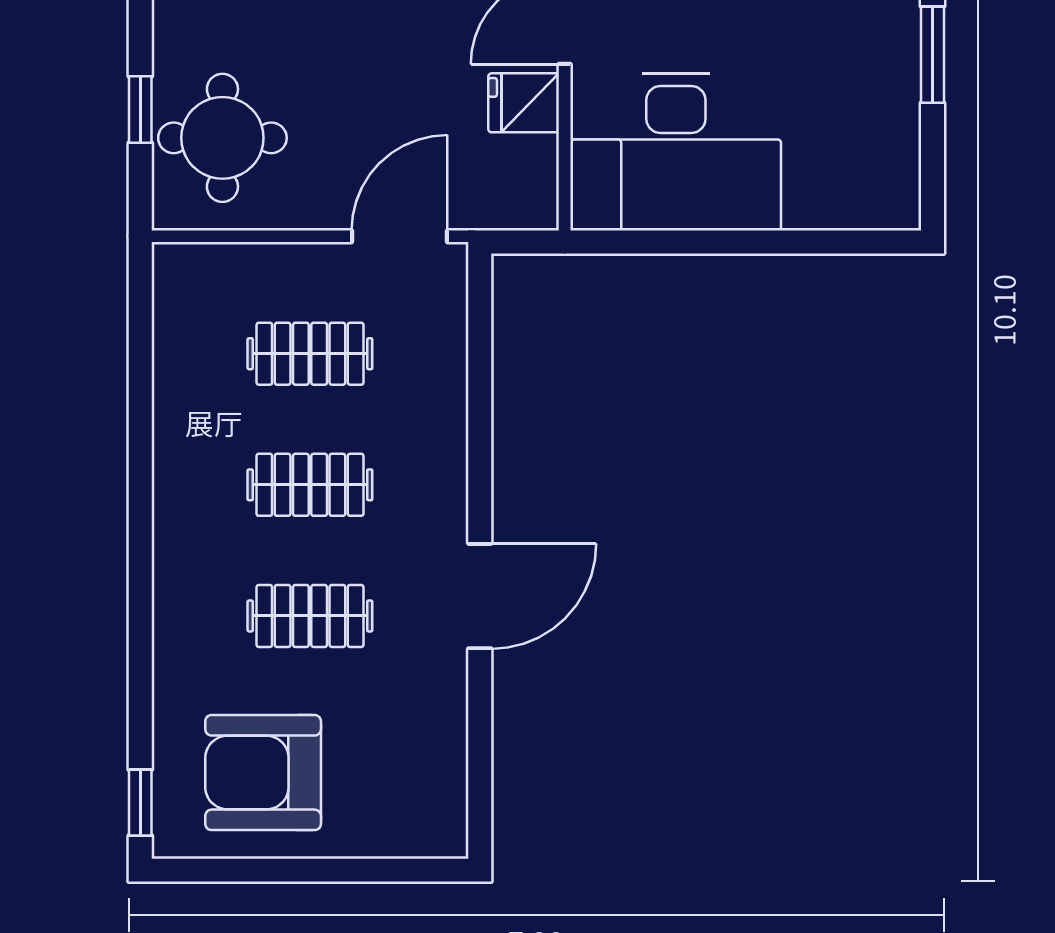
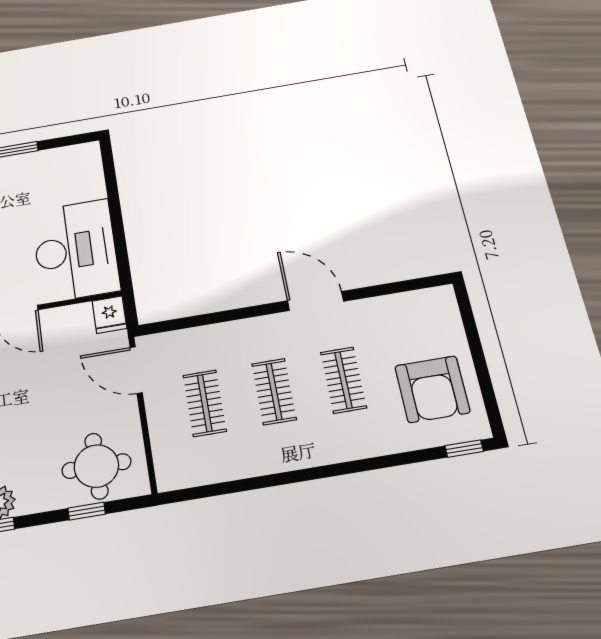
fridge: (524, 103) -> (110, 315), moved

